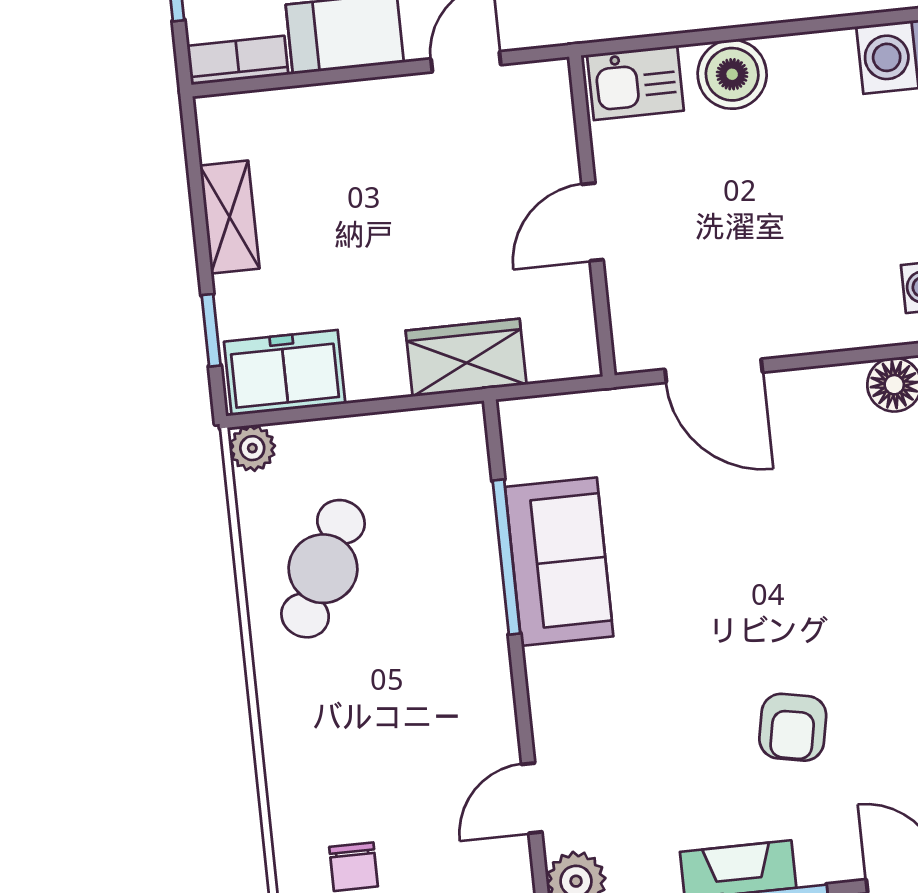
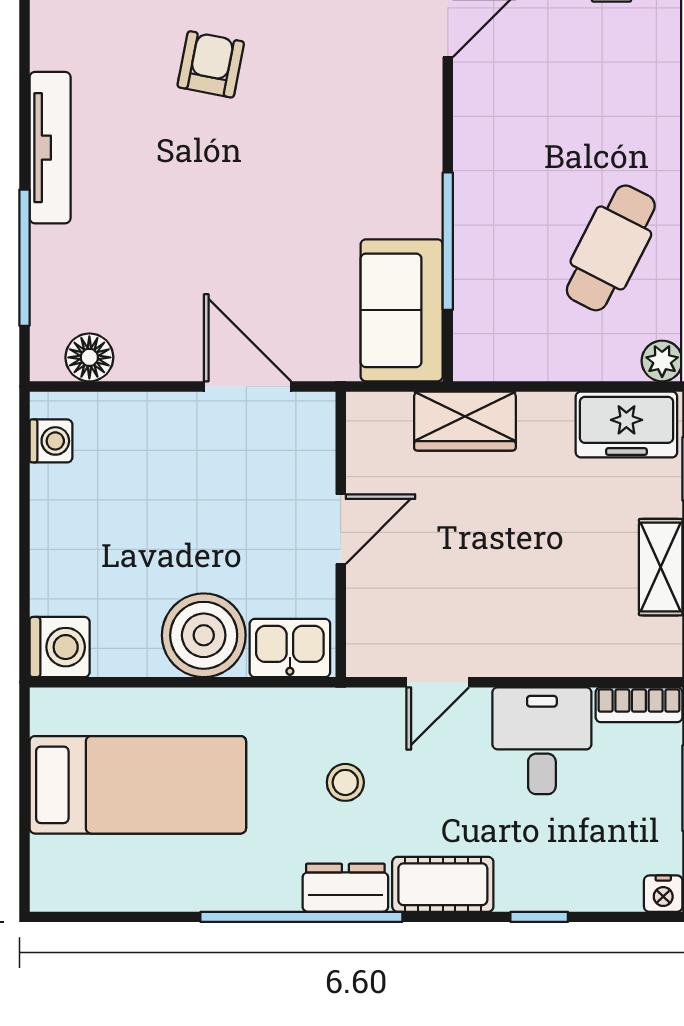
boiler: (732, 74) -> (204, 635), width x1.37, depth x1.37
sofa: (559, 562) -> (402, 310), moved

